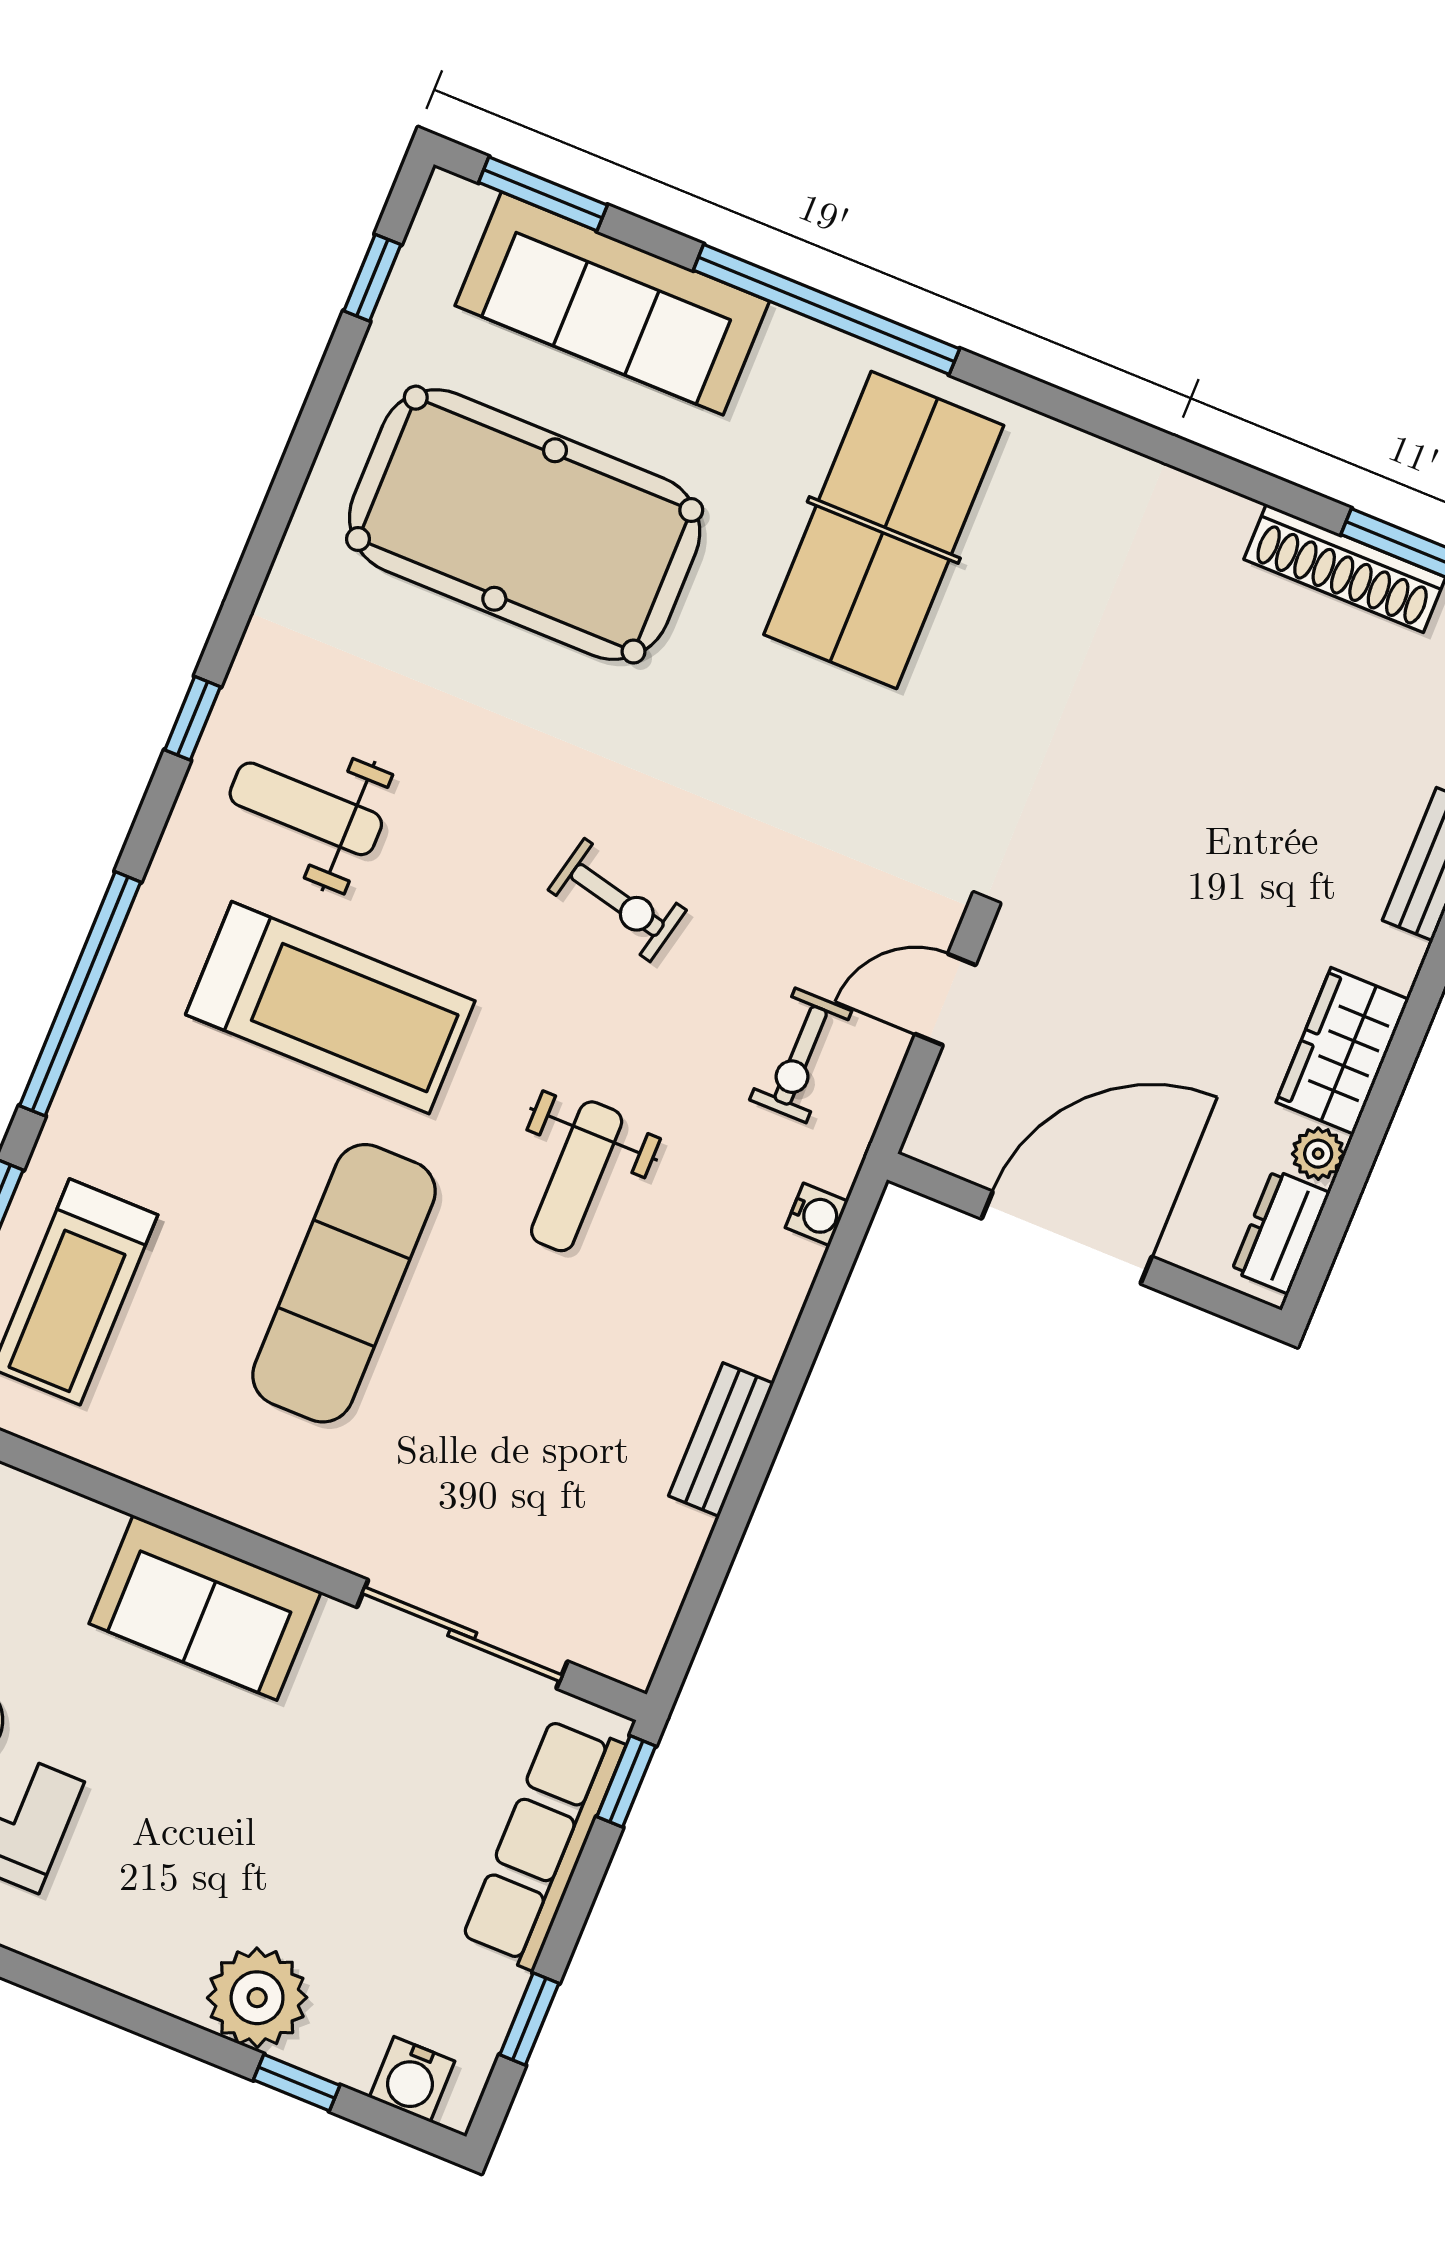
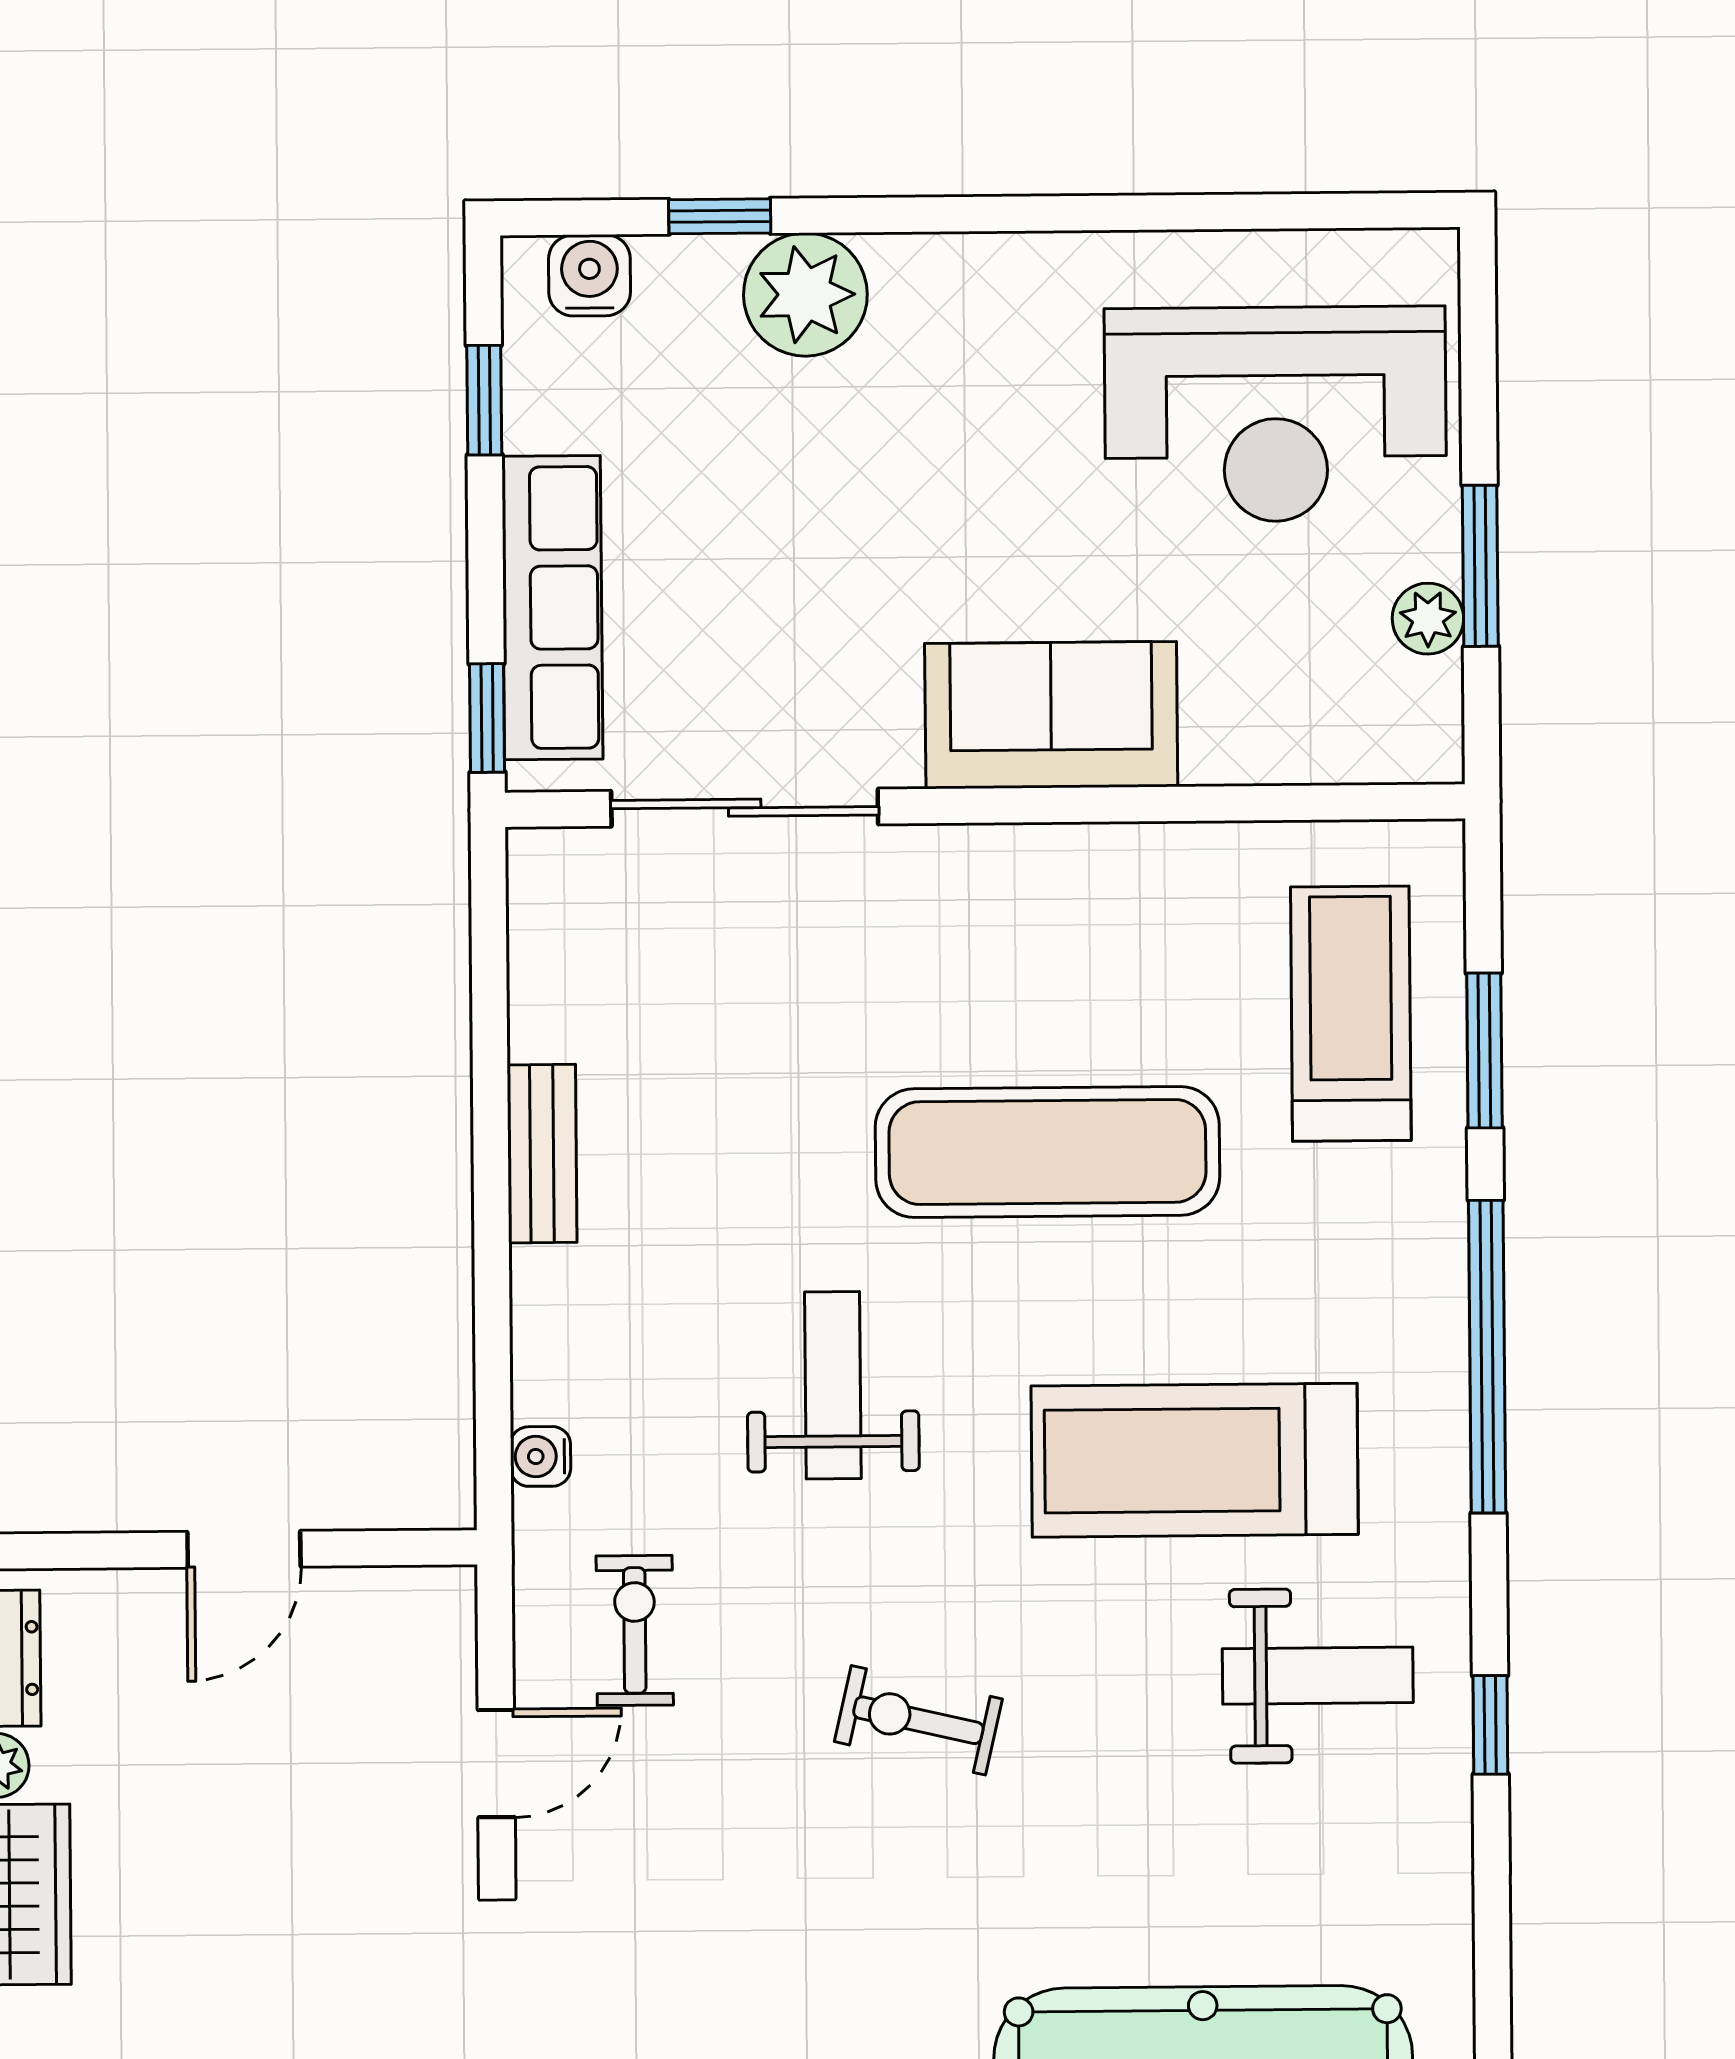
door: (1067, 1238) -> (244, 1549), width x0.53
exercise mat: (344, 1283) -> (1047, 1152), turned 90

